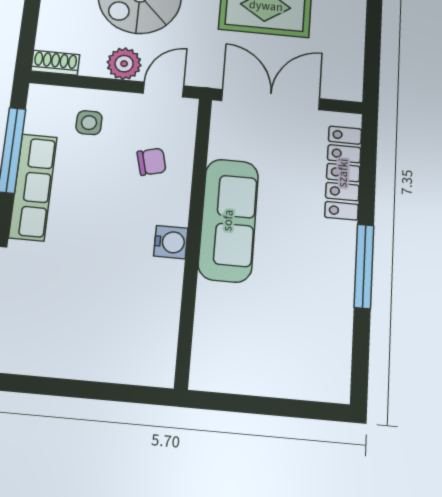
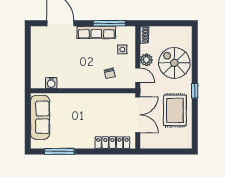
sofa: (228, 220) -> (40, 117), moved, turned -90
water cooler: (171, 242) -> (51, 83), moved
window: (364, 266) -> (59, 151), moved

